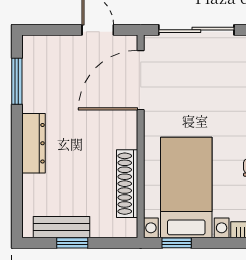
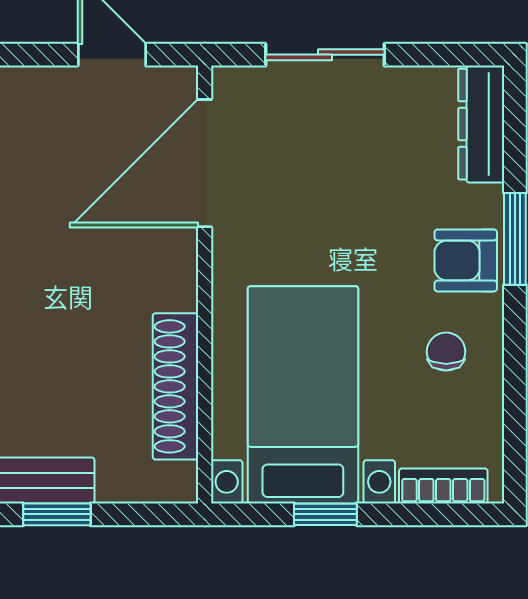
sliding door: (196, 30) -> (325, 55), width x0.73
window: (177, 243) -> (325, 514), moved

